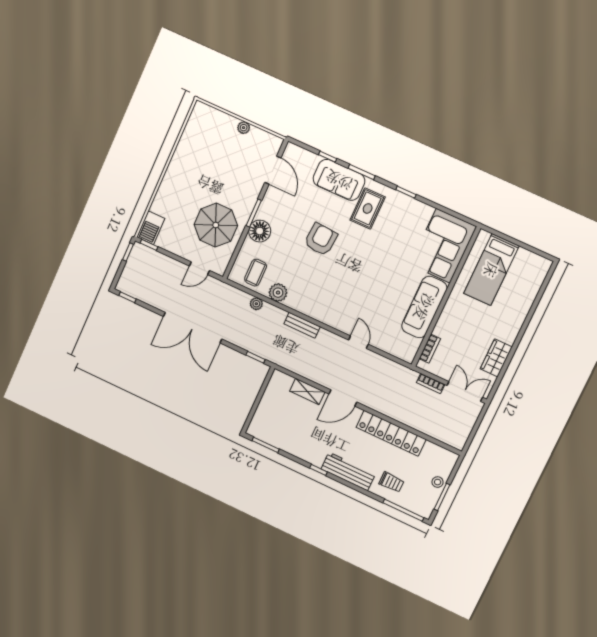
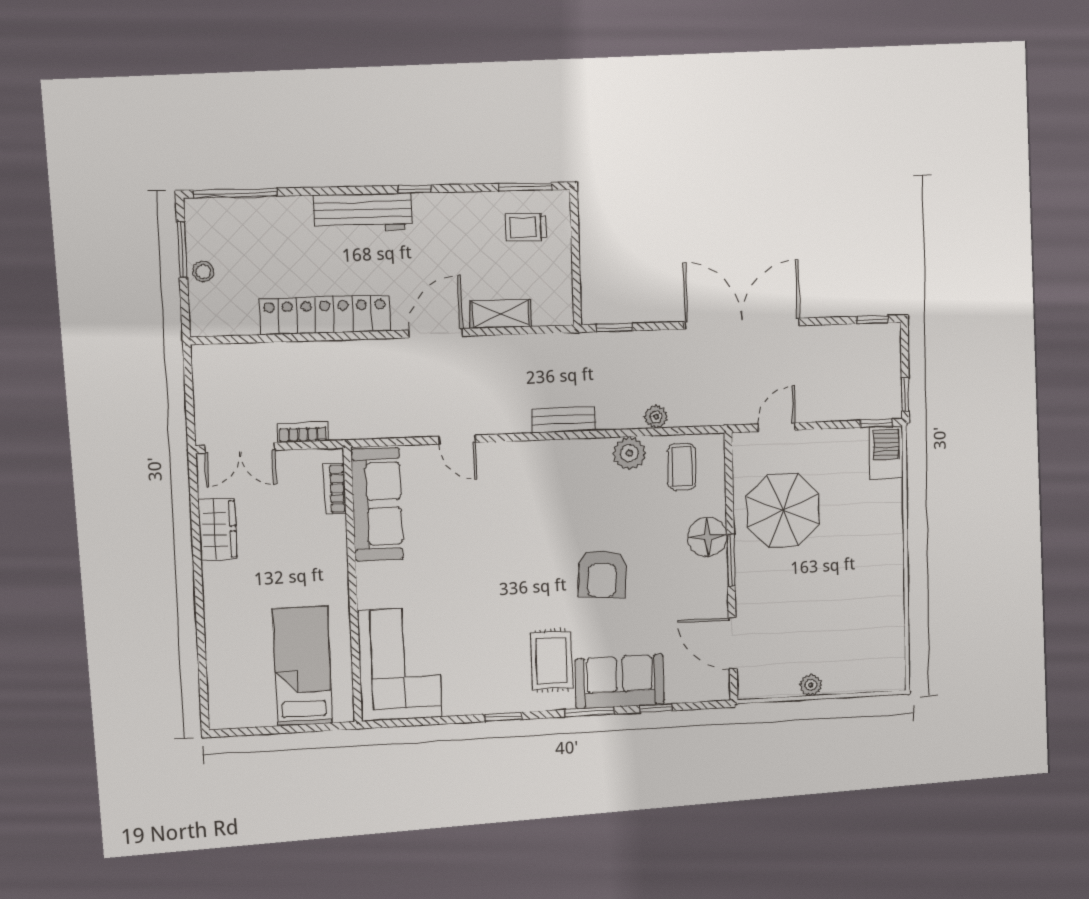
sofa: (424, 307) -> (377, 504), moved
trolley: (391, 482) -> (526, 227), moved

